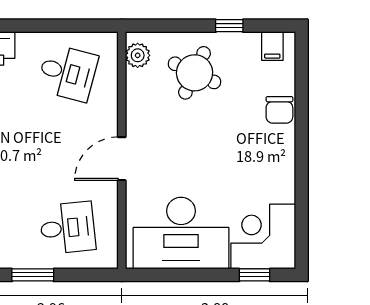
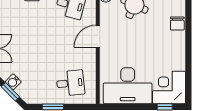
door: (122, 159) -> (98, 36), moved

